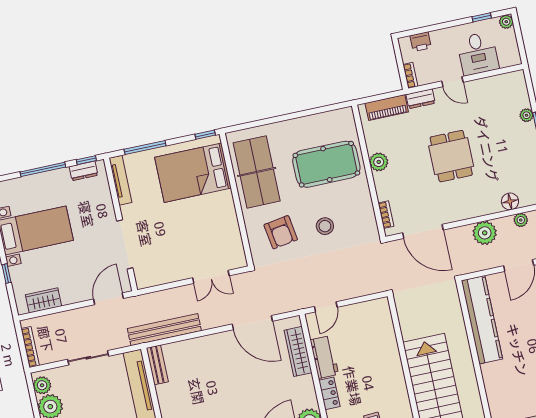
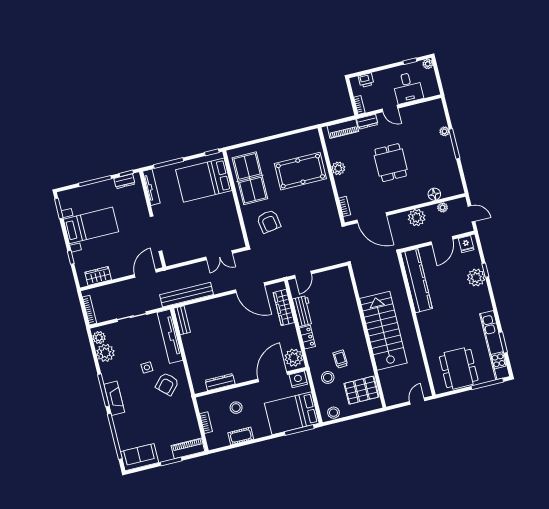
stool: (325, 226) -> (301, 216), removed

